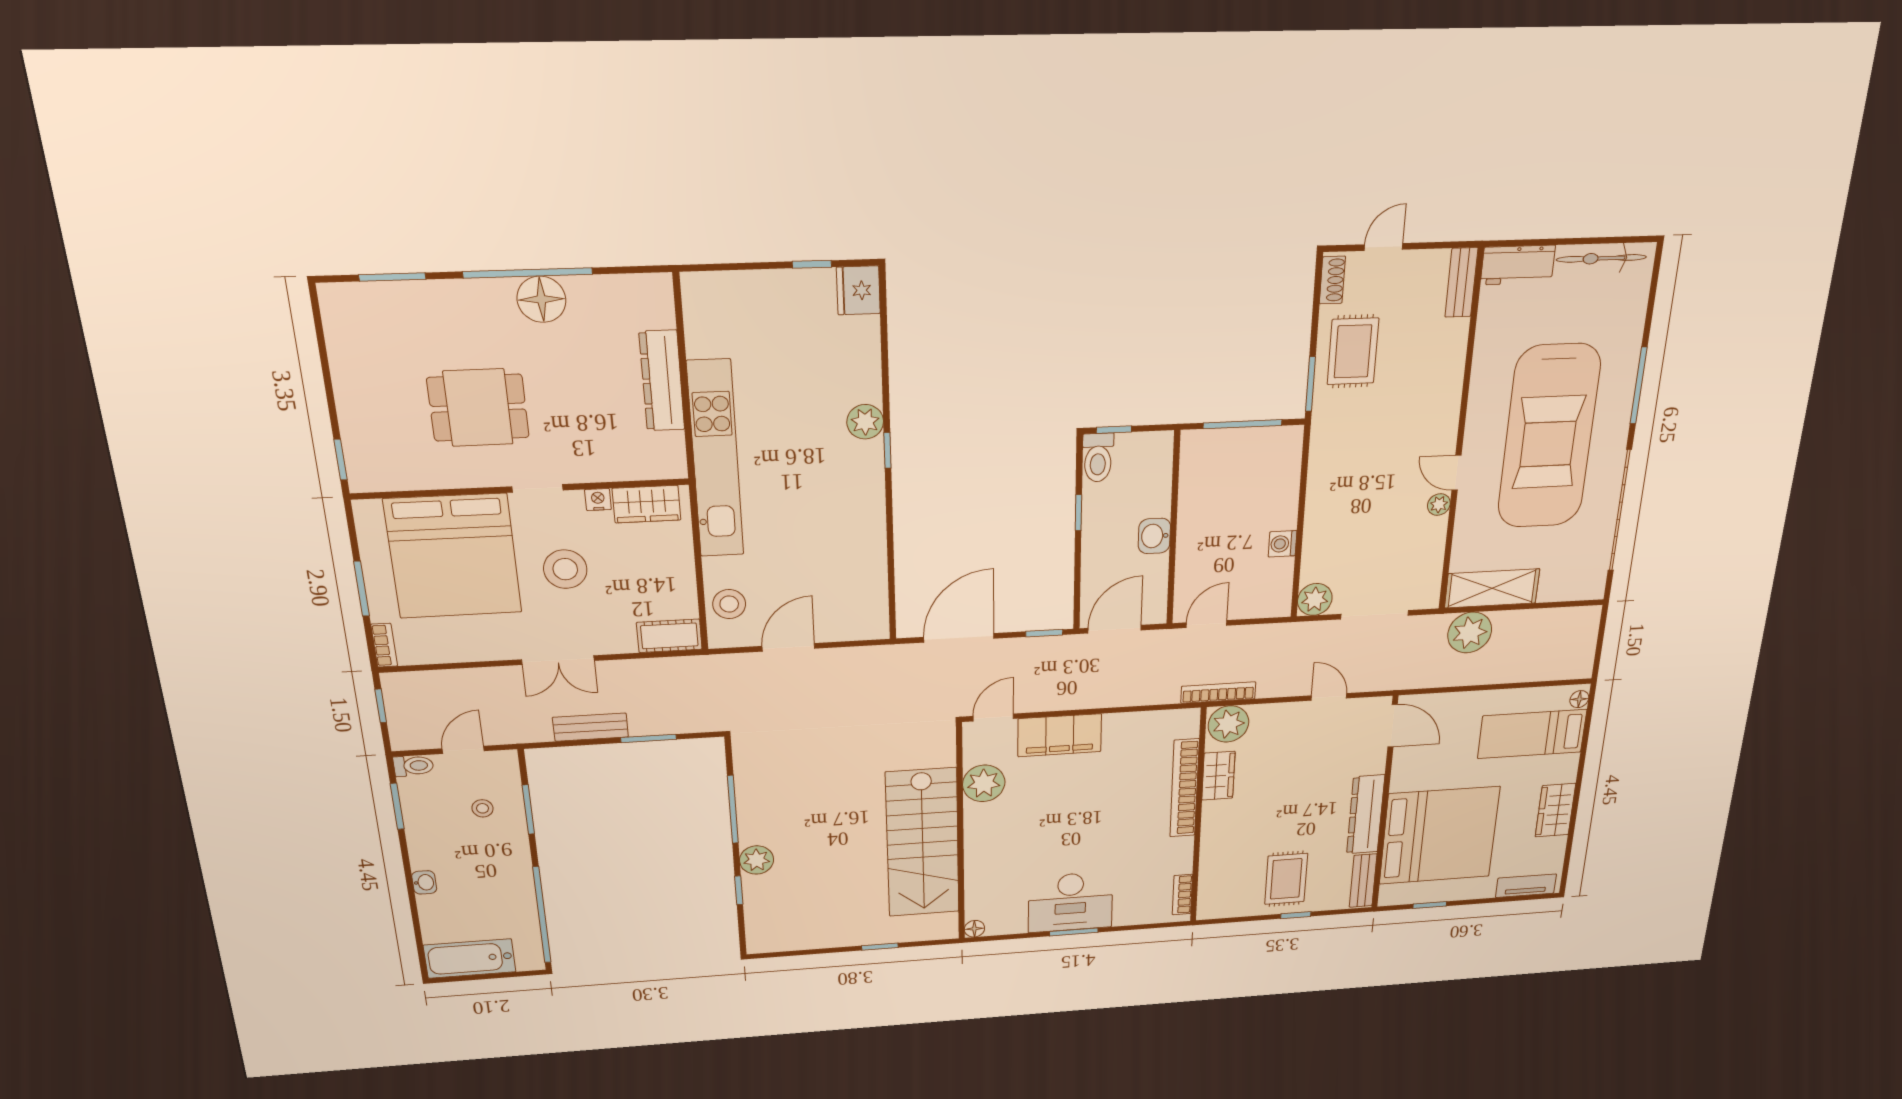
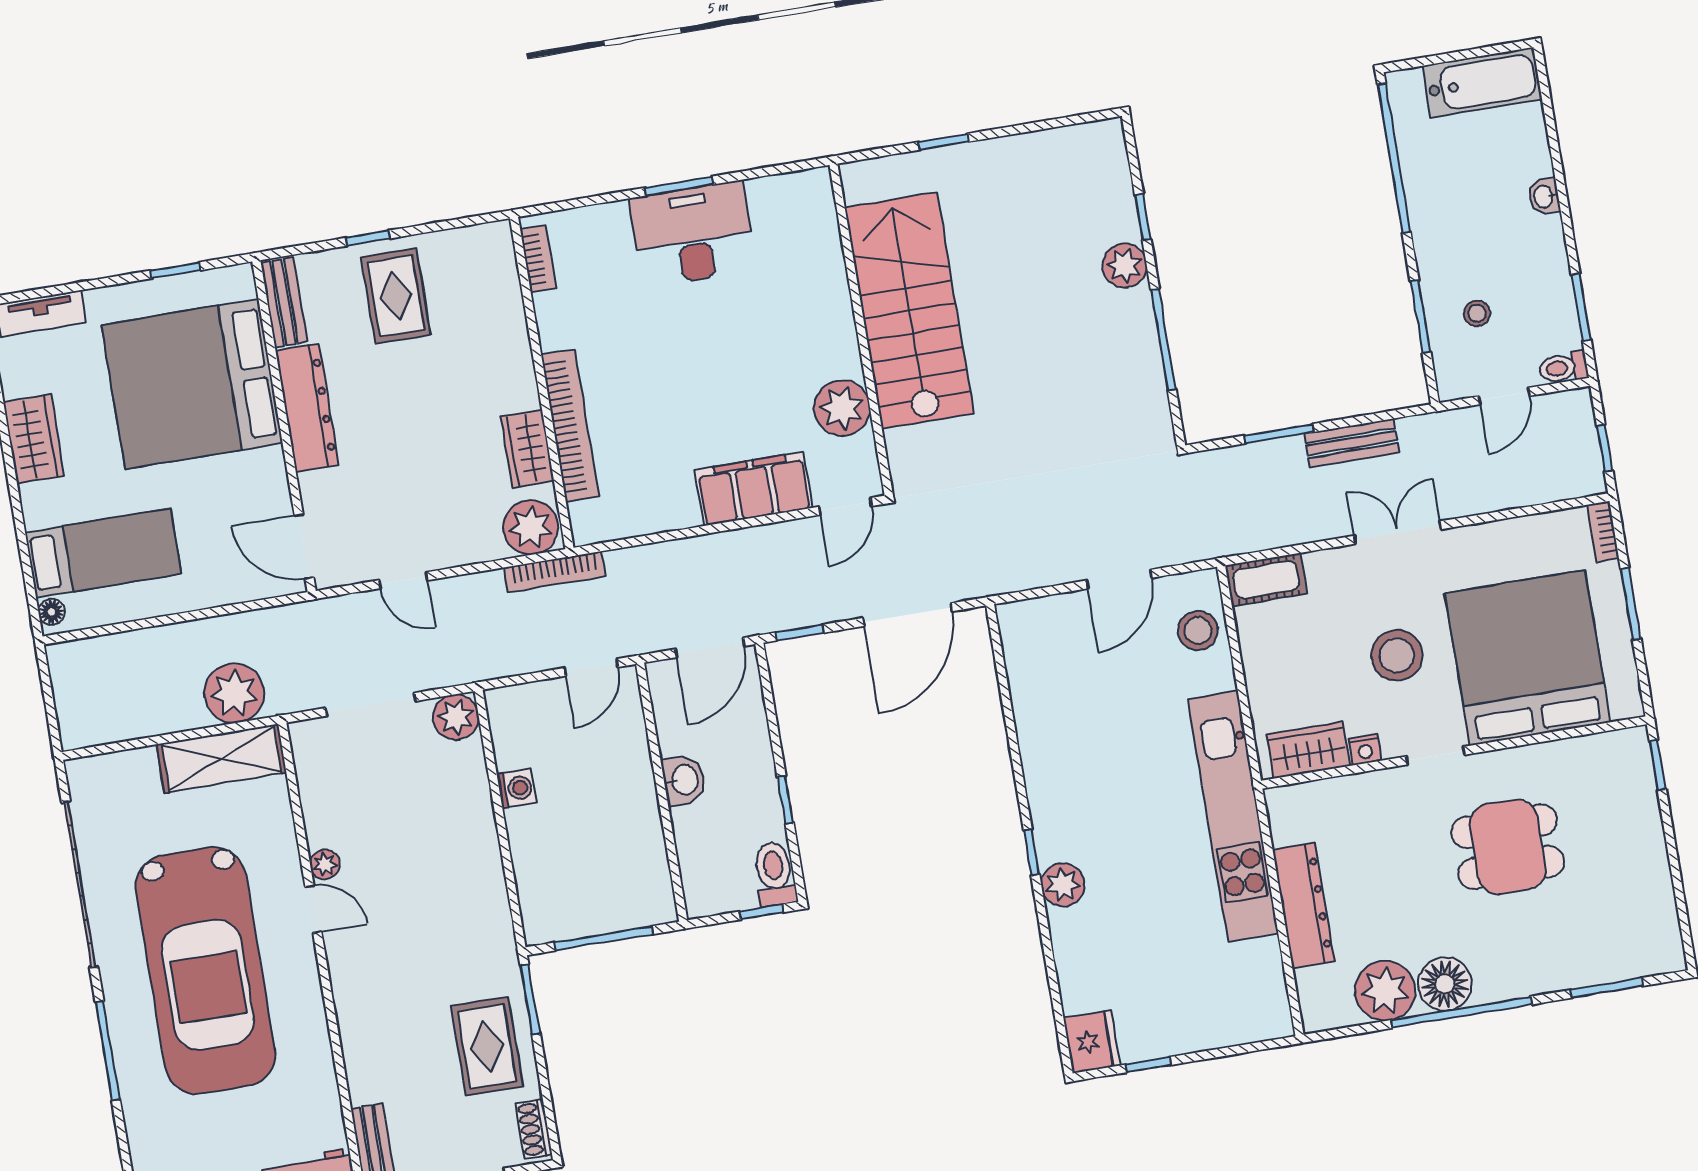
plant: (596, 300) -> (1385, 991), added
car: (1549, 437) -> (205, 971), turned 180
floor lamp: (974, 929) -> (818, 181), removed

